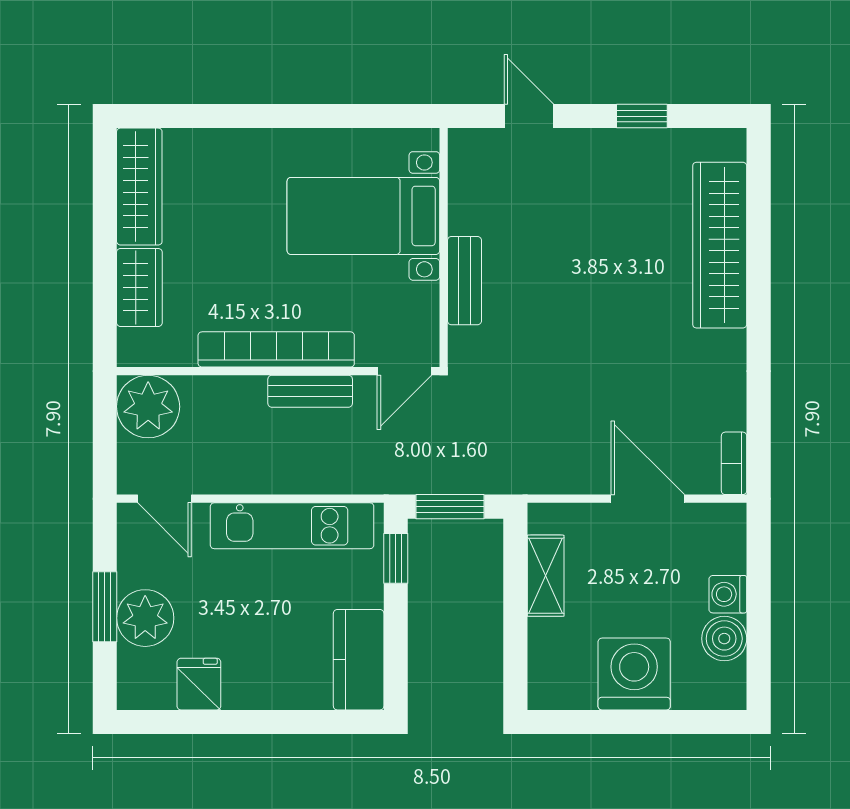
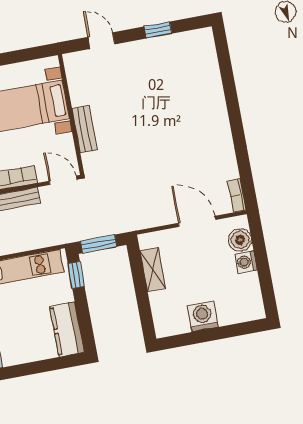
wardrobe: (720, 245) -> (209, 87), removed
door: (404, 371) -> (63, 180), swing flipped
boiler: (724, 639) -> (240, 240), moved
washing machine: (634, 674) -> (203, 316), width x0.73, depth x0.73

